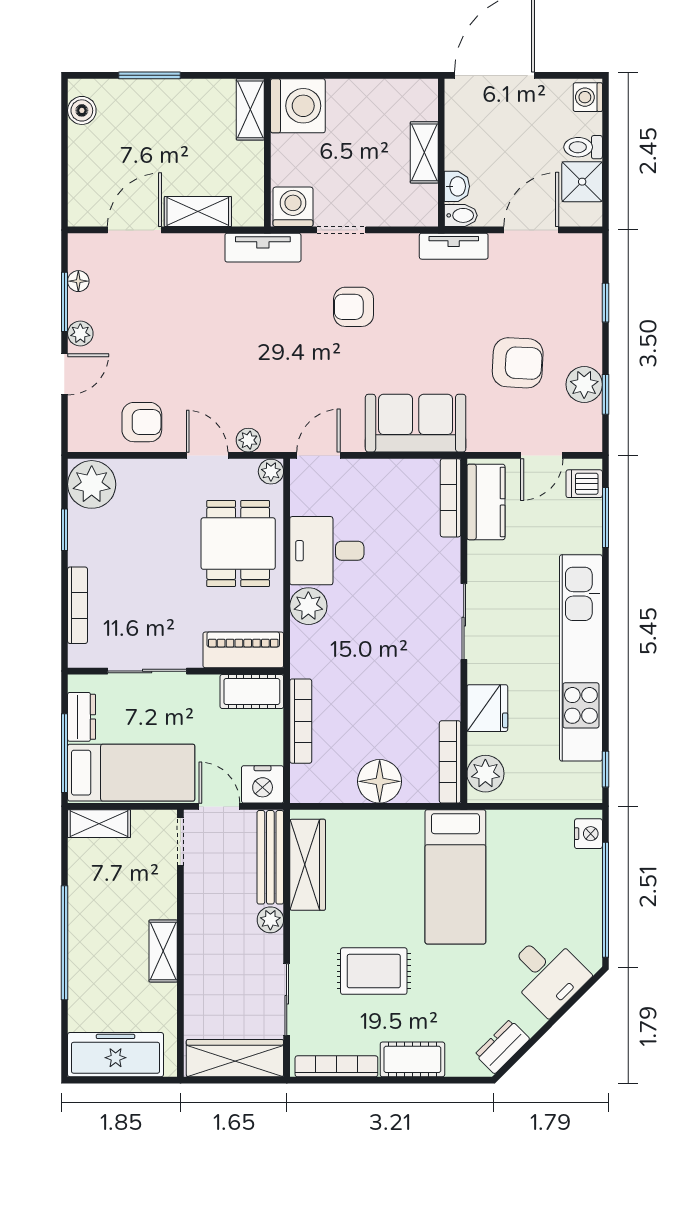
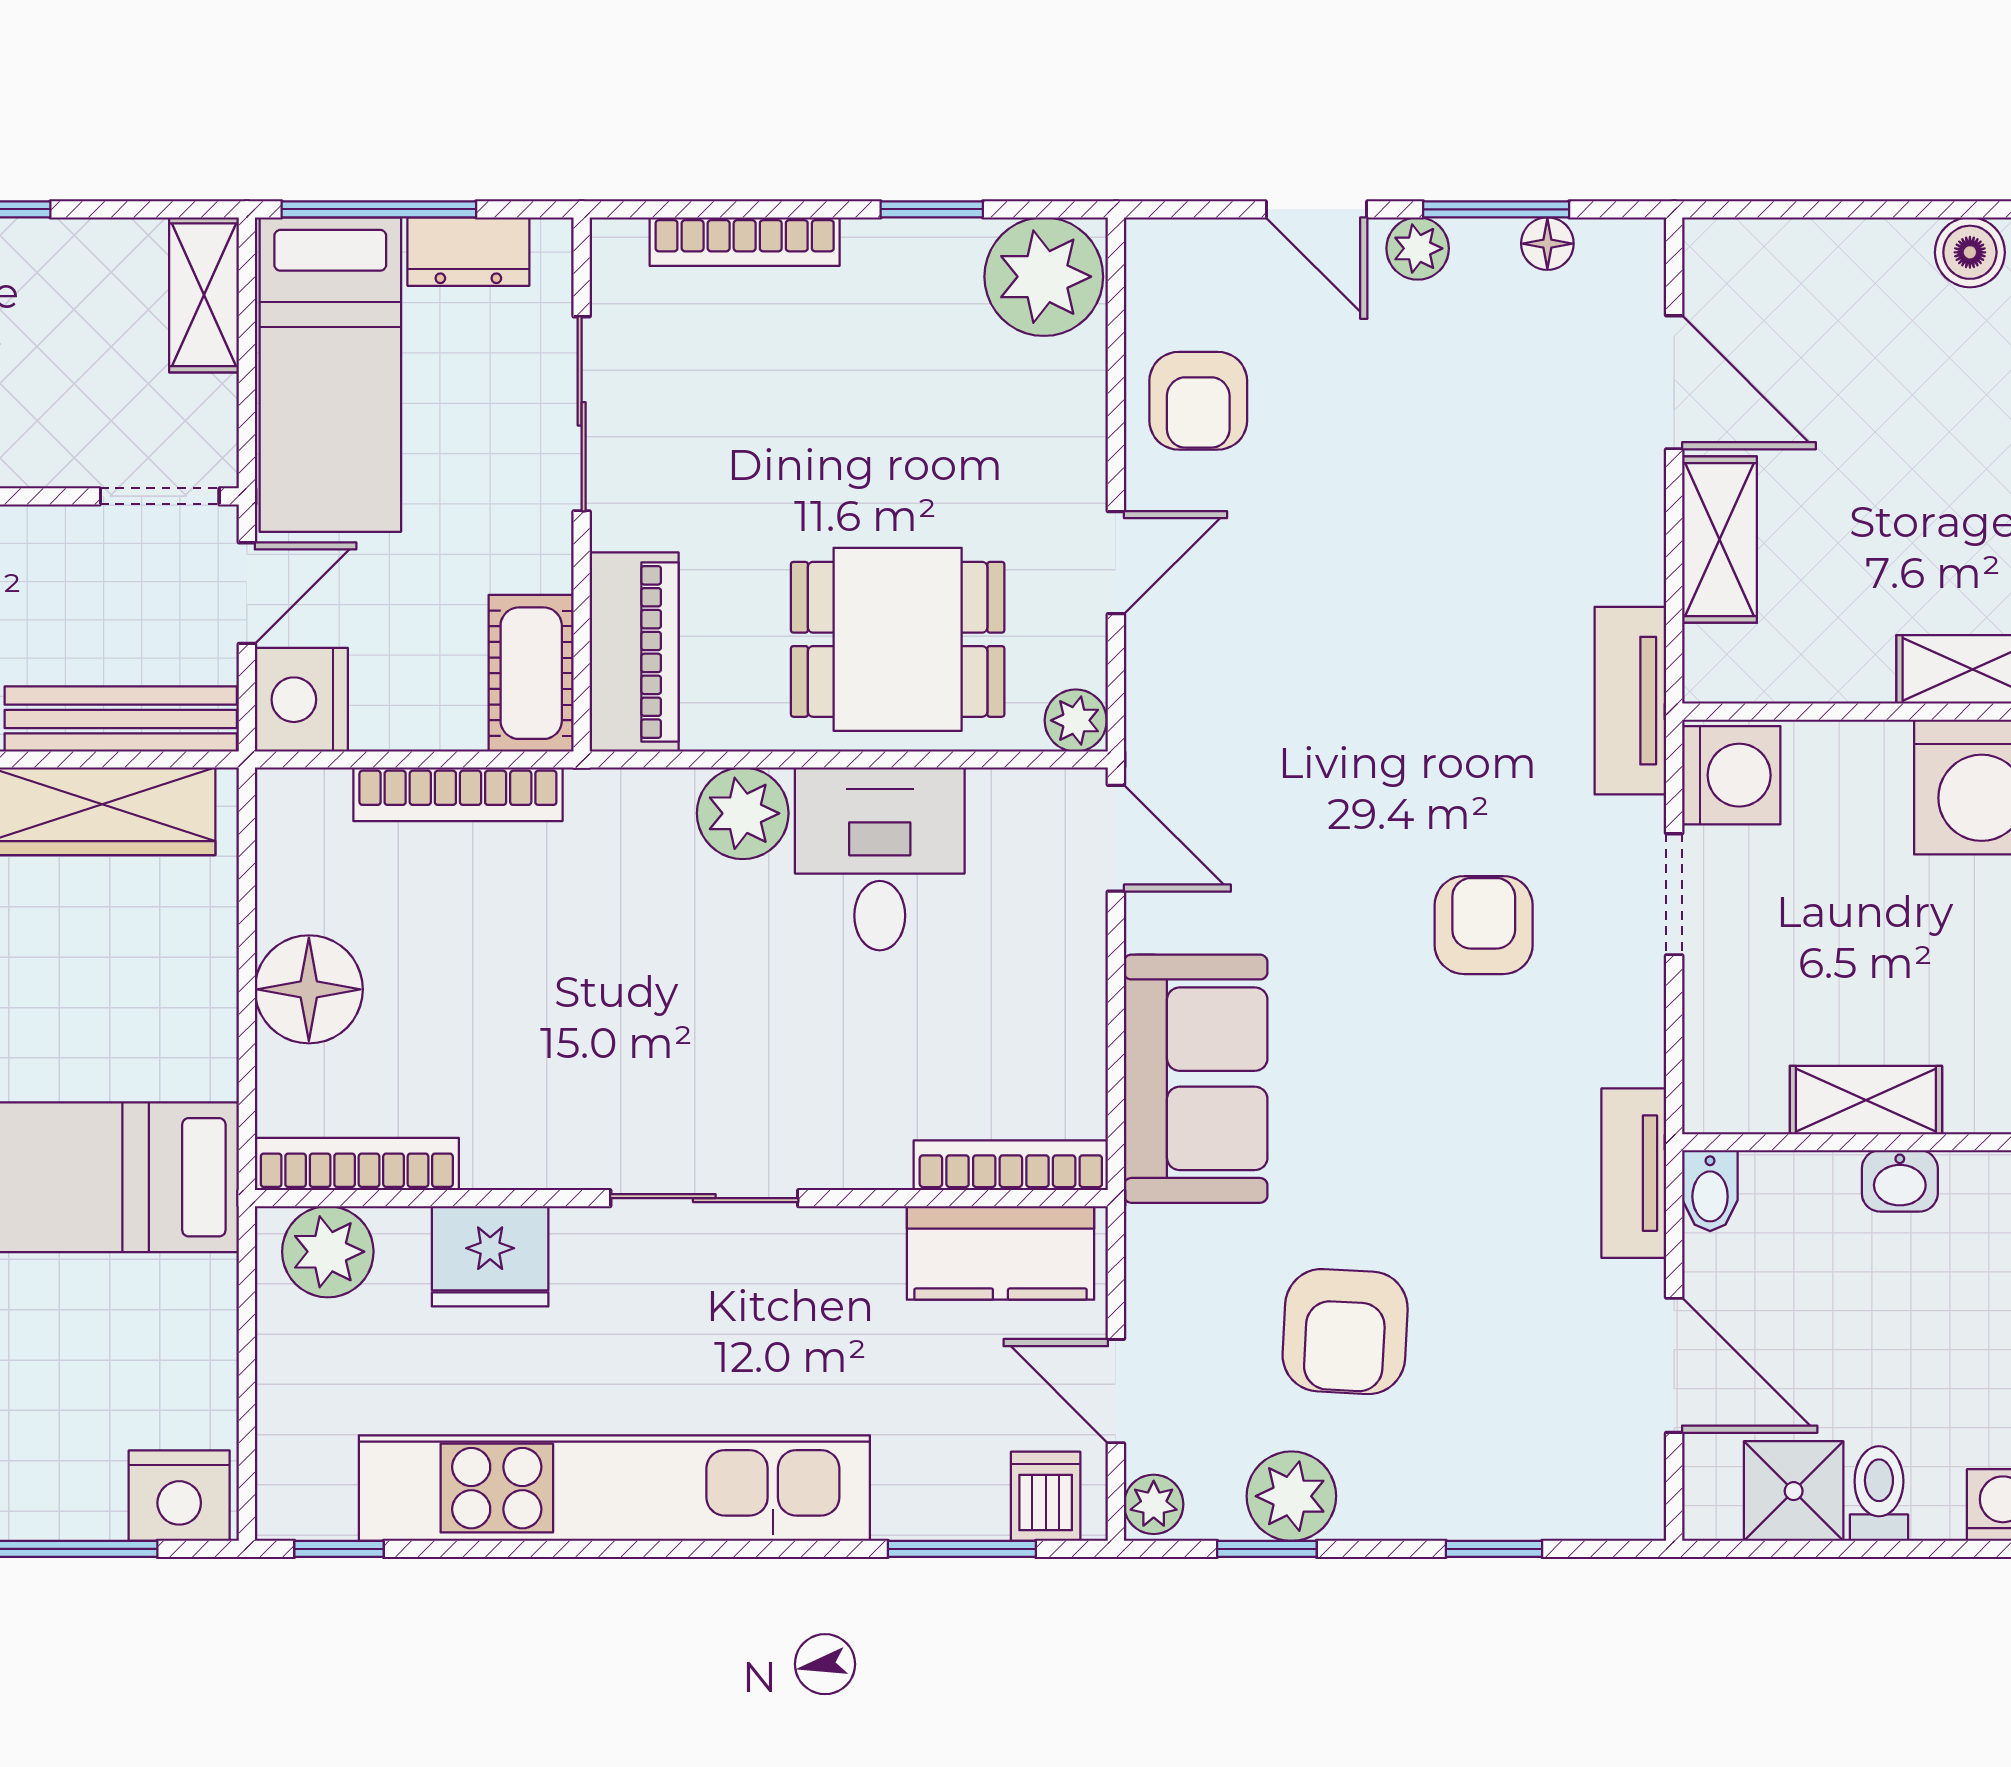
washbasin: (457, 186) -> (1900, 1181), moved
plant: (248, 440) -> (1154, 1504), moved
nightstand: (588, 834) -> (179, 1496), width x1.36, depth x1.33

